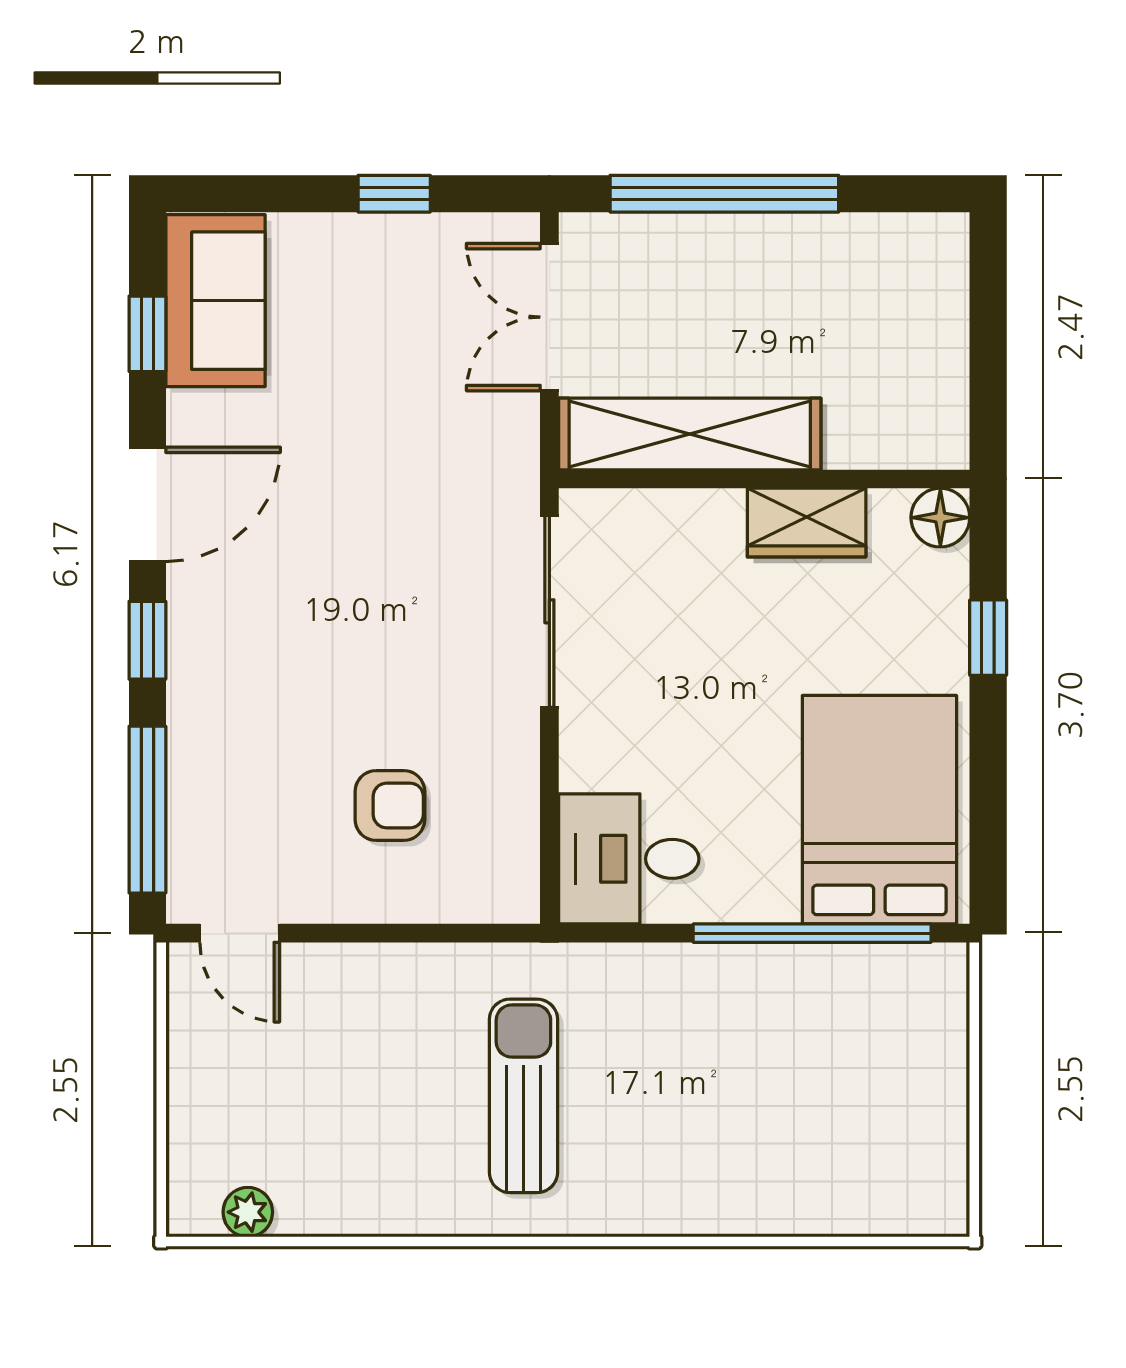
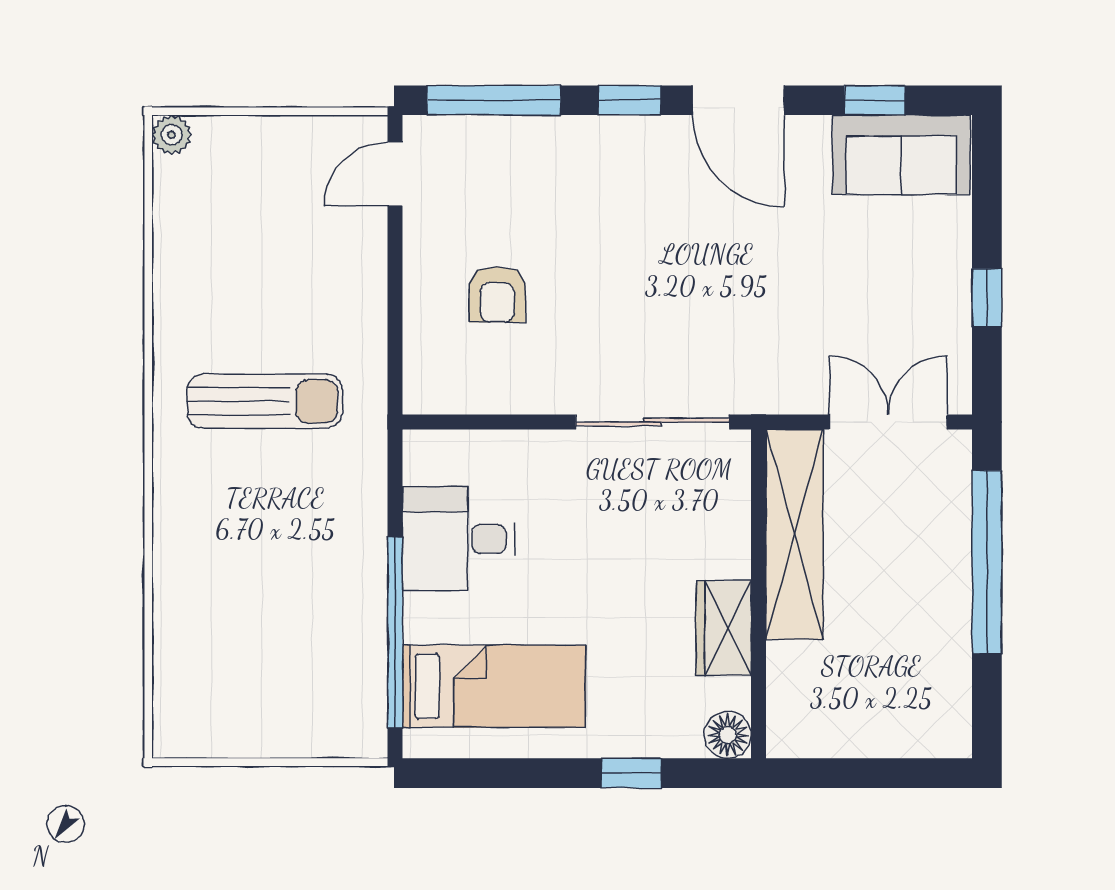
bed: (879, 810) -> (494, 686), width x0.67
desk: (629, 859) -> (459, 539), moved, turned -90
plant: (248, 1212) -> (172, 135), moved

